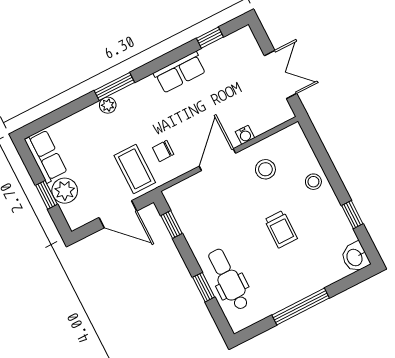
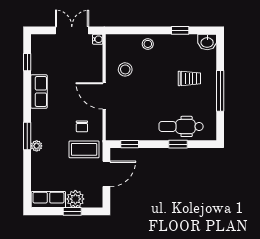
water cooler: (245, 135) -> (98, 39), moved
trolley: (281, 229) -> (189, 78), moved

